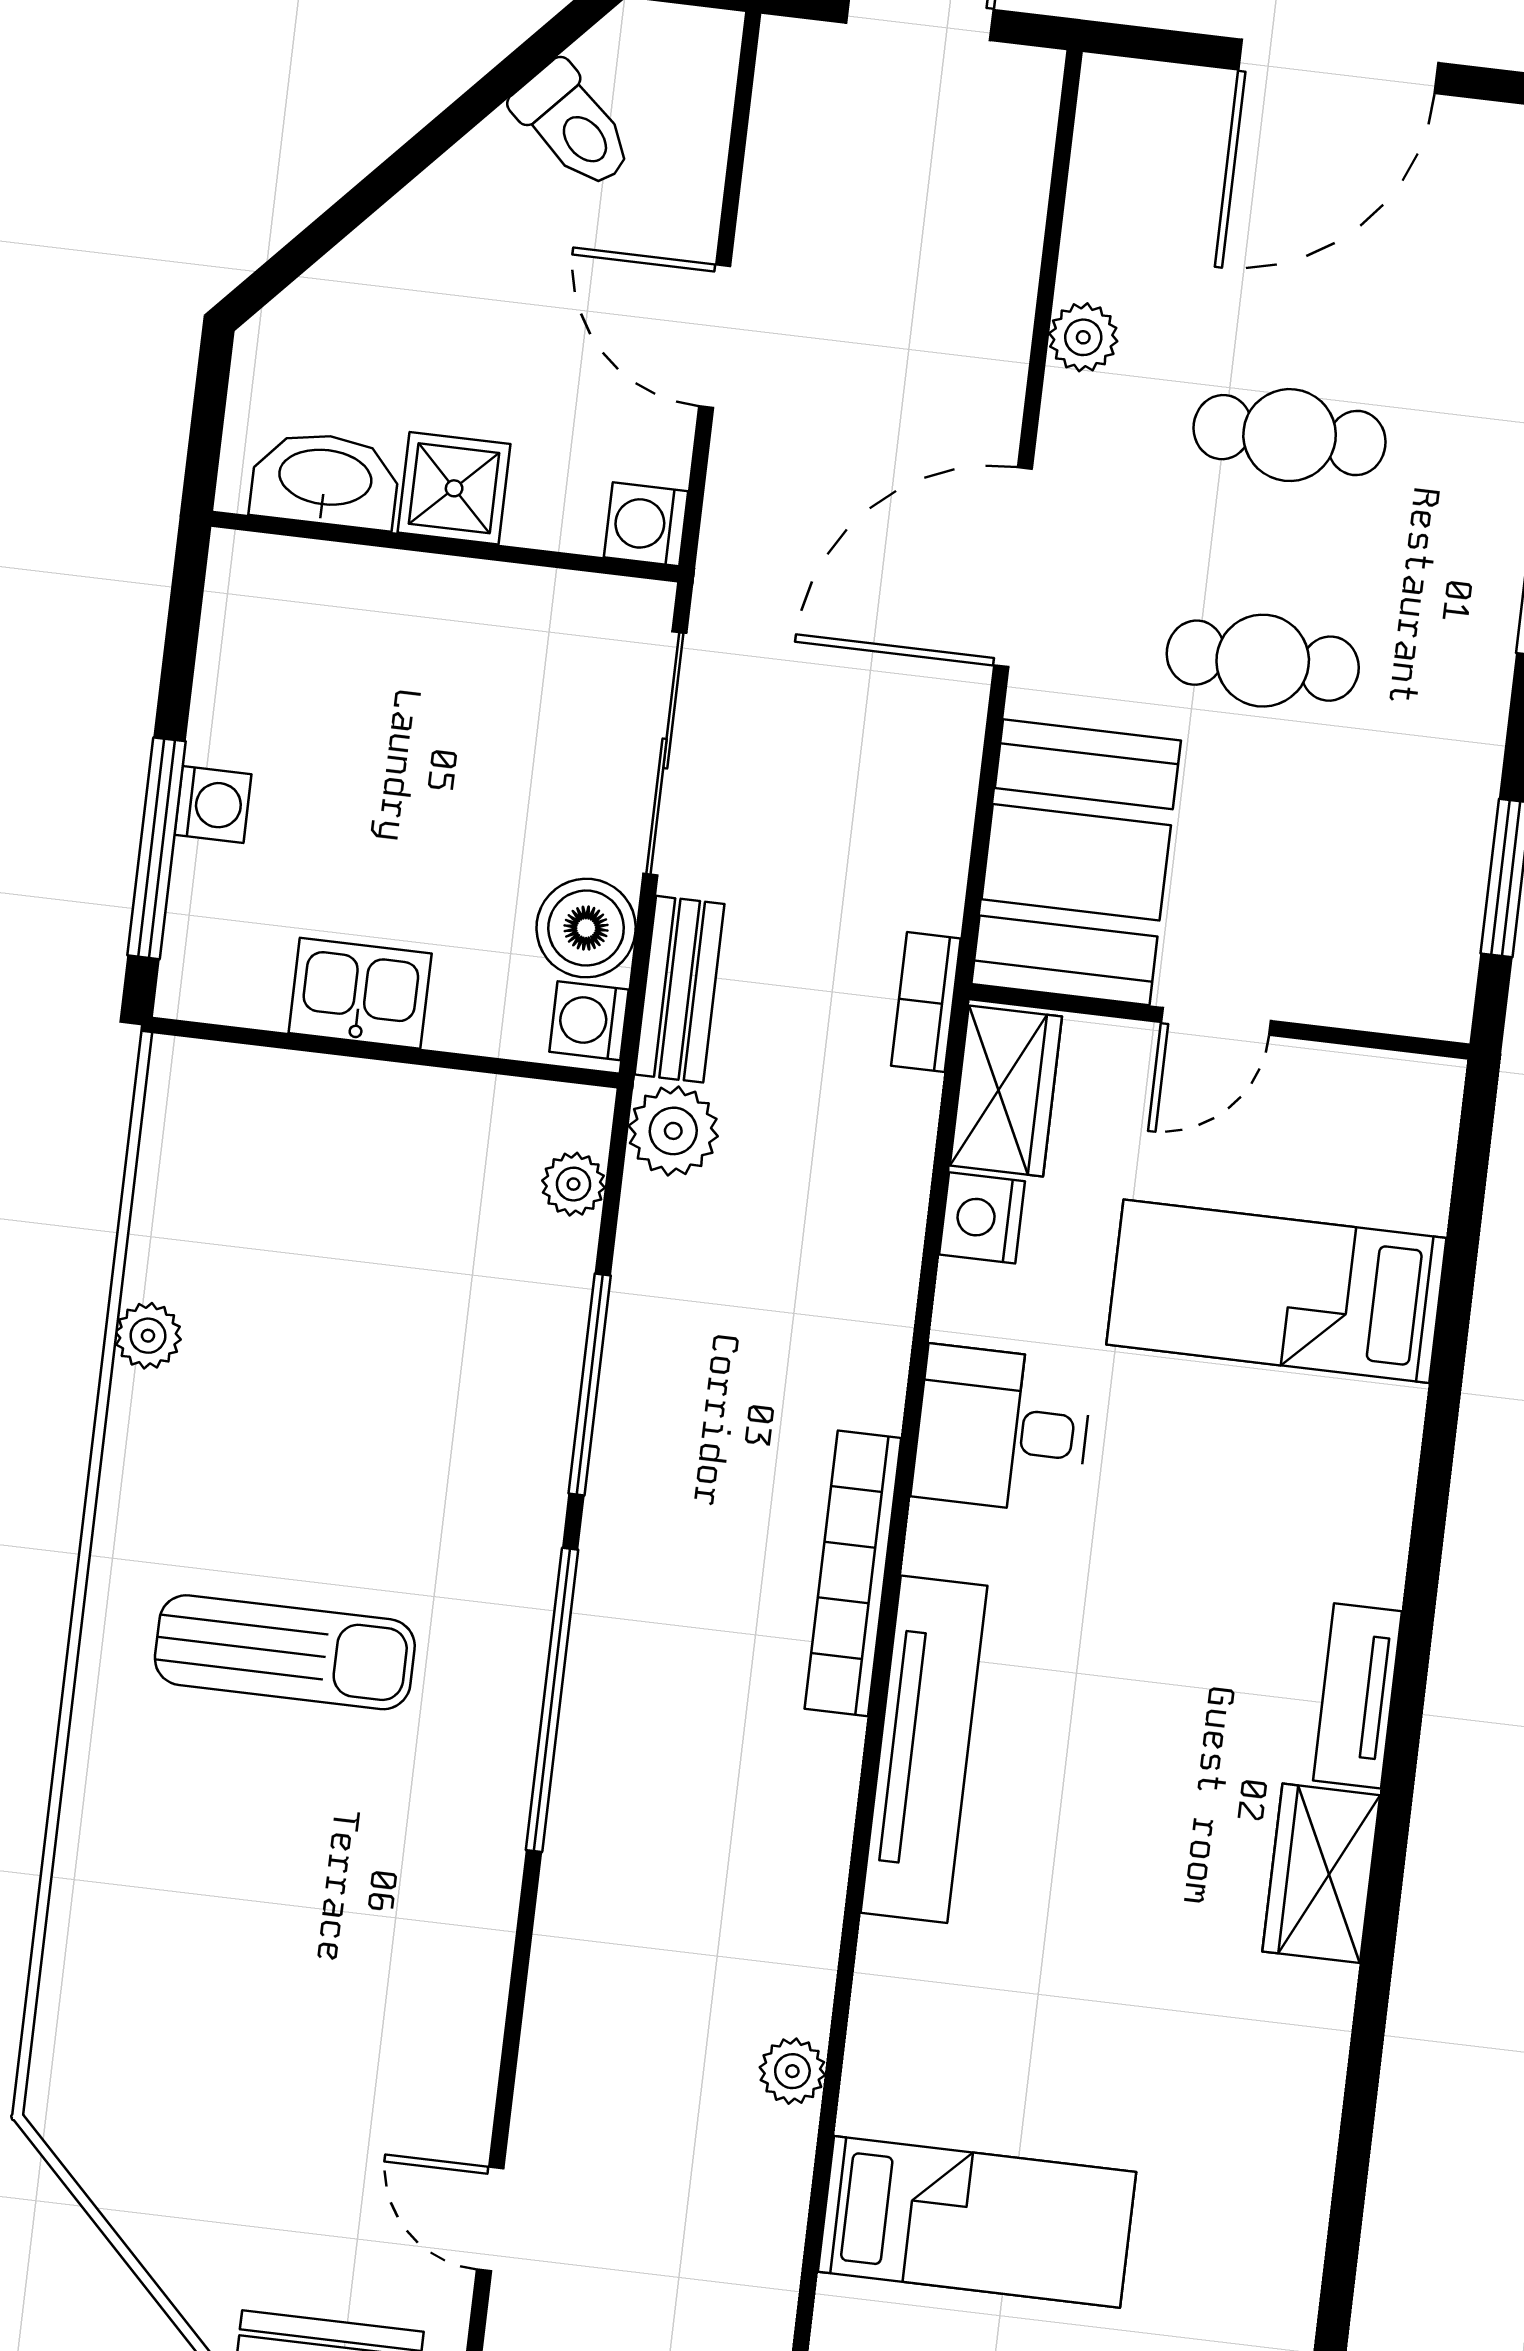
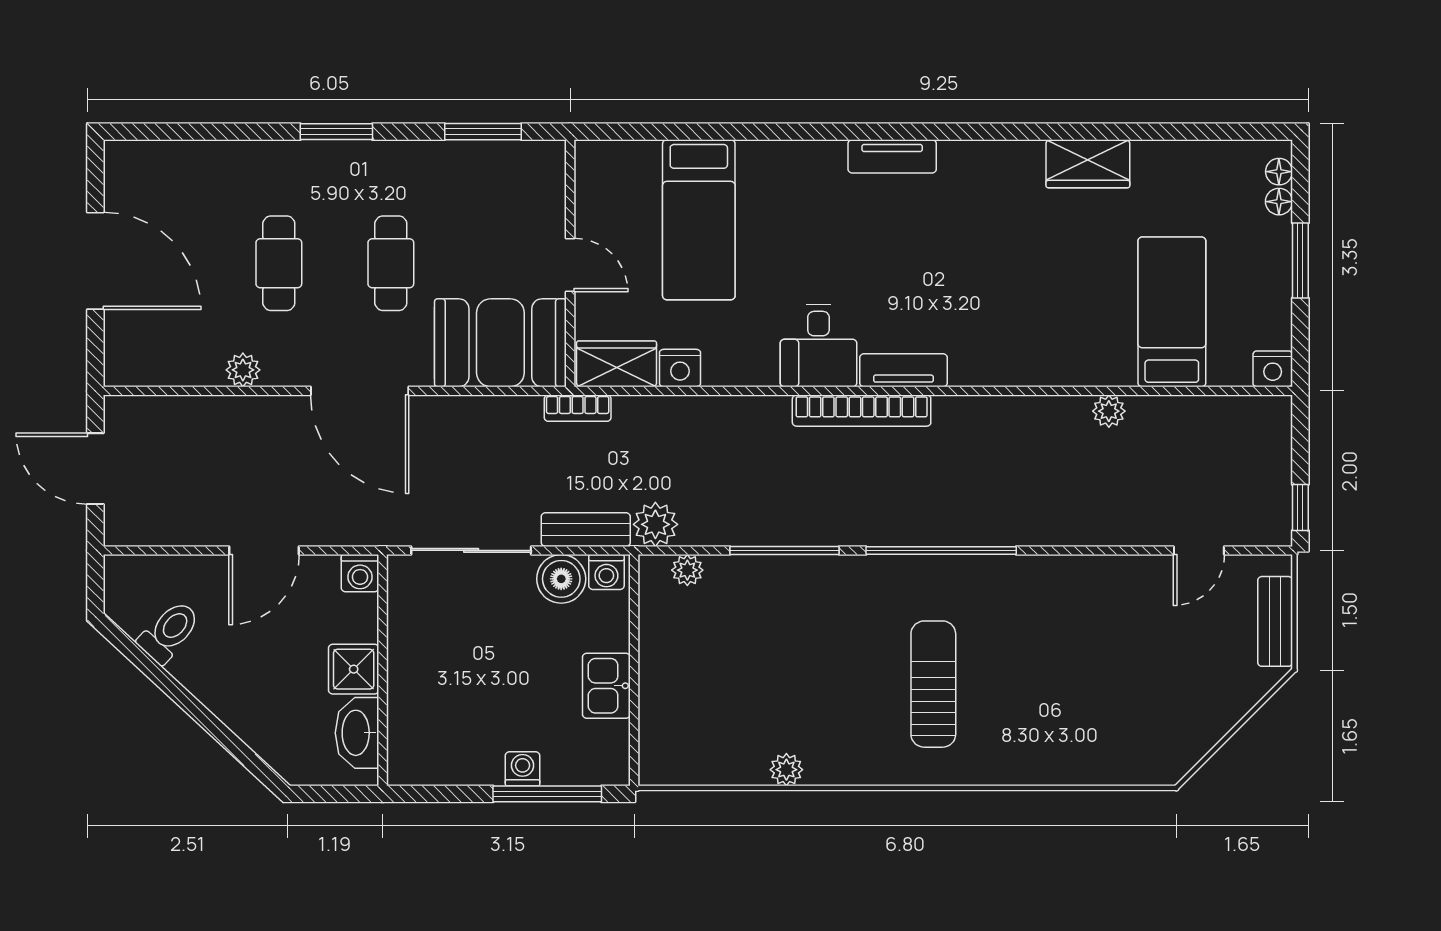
desk: (1002, 1430) -> (818, 346), moved
tv unit: (924, 1749) -> (903, 370), width x0.52, depth x0.78
wardrobe: (1321, 1873) -> (1088, 164), moved

